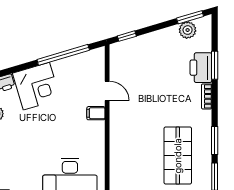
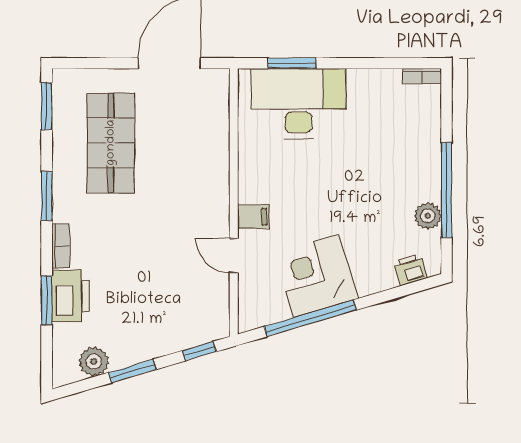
window: (190, 17) -> (132, 371), moved
corner desk: (36, 86) -> (316, 276), moved
window: (215, 141) -> (47, 196), moved

